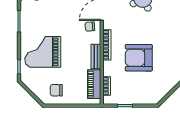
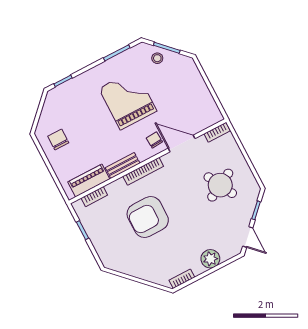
grand piano: (43, 52) -> (128, 100), moved
armchair: (139, 58) -> (148, 217), turned -90

